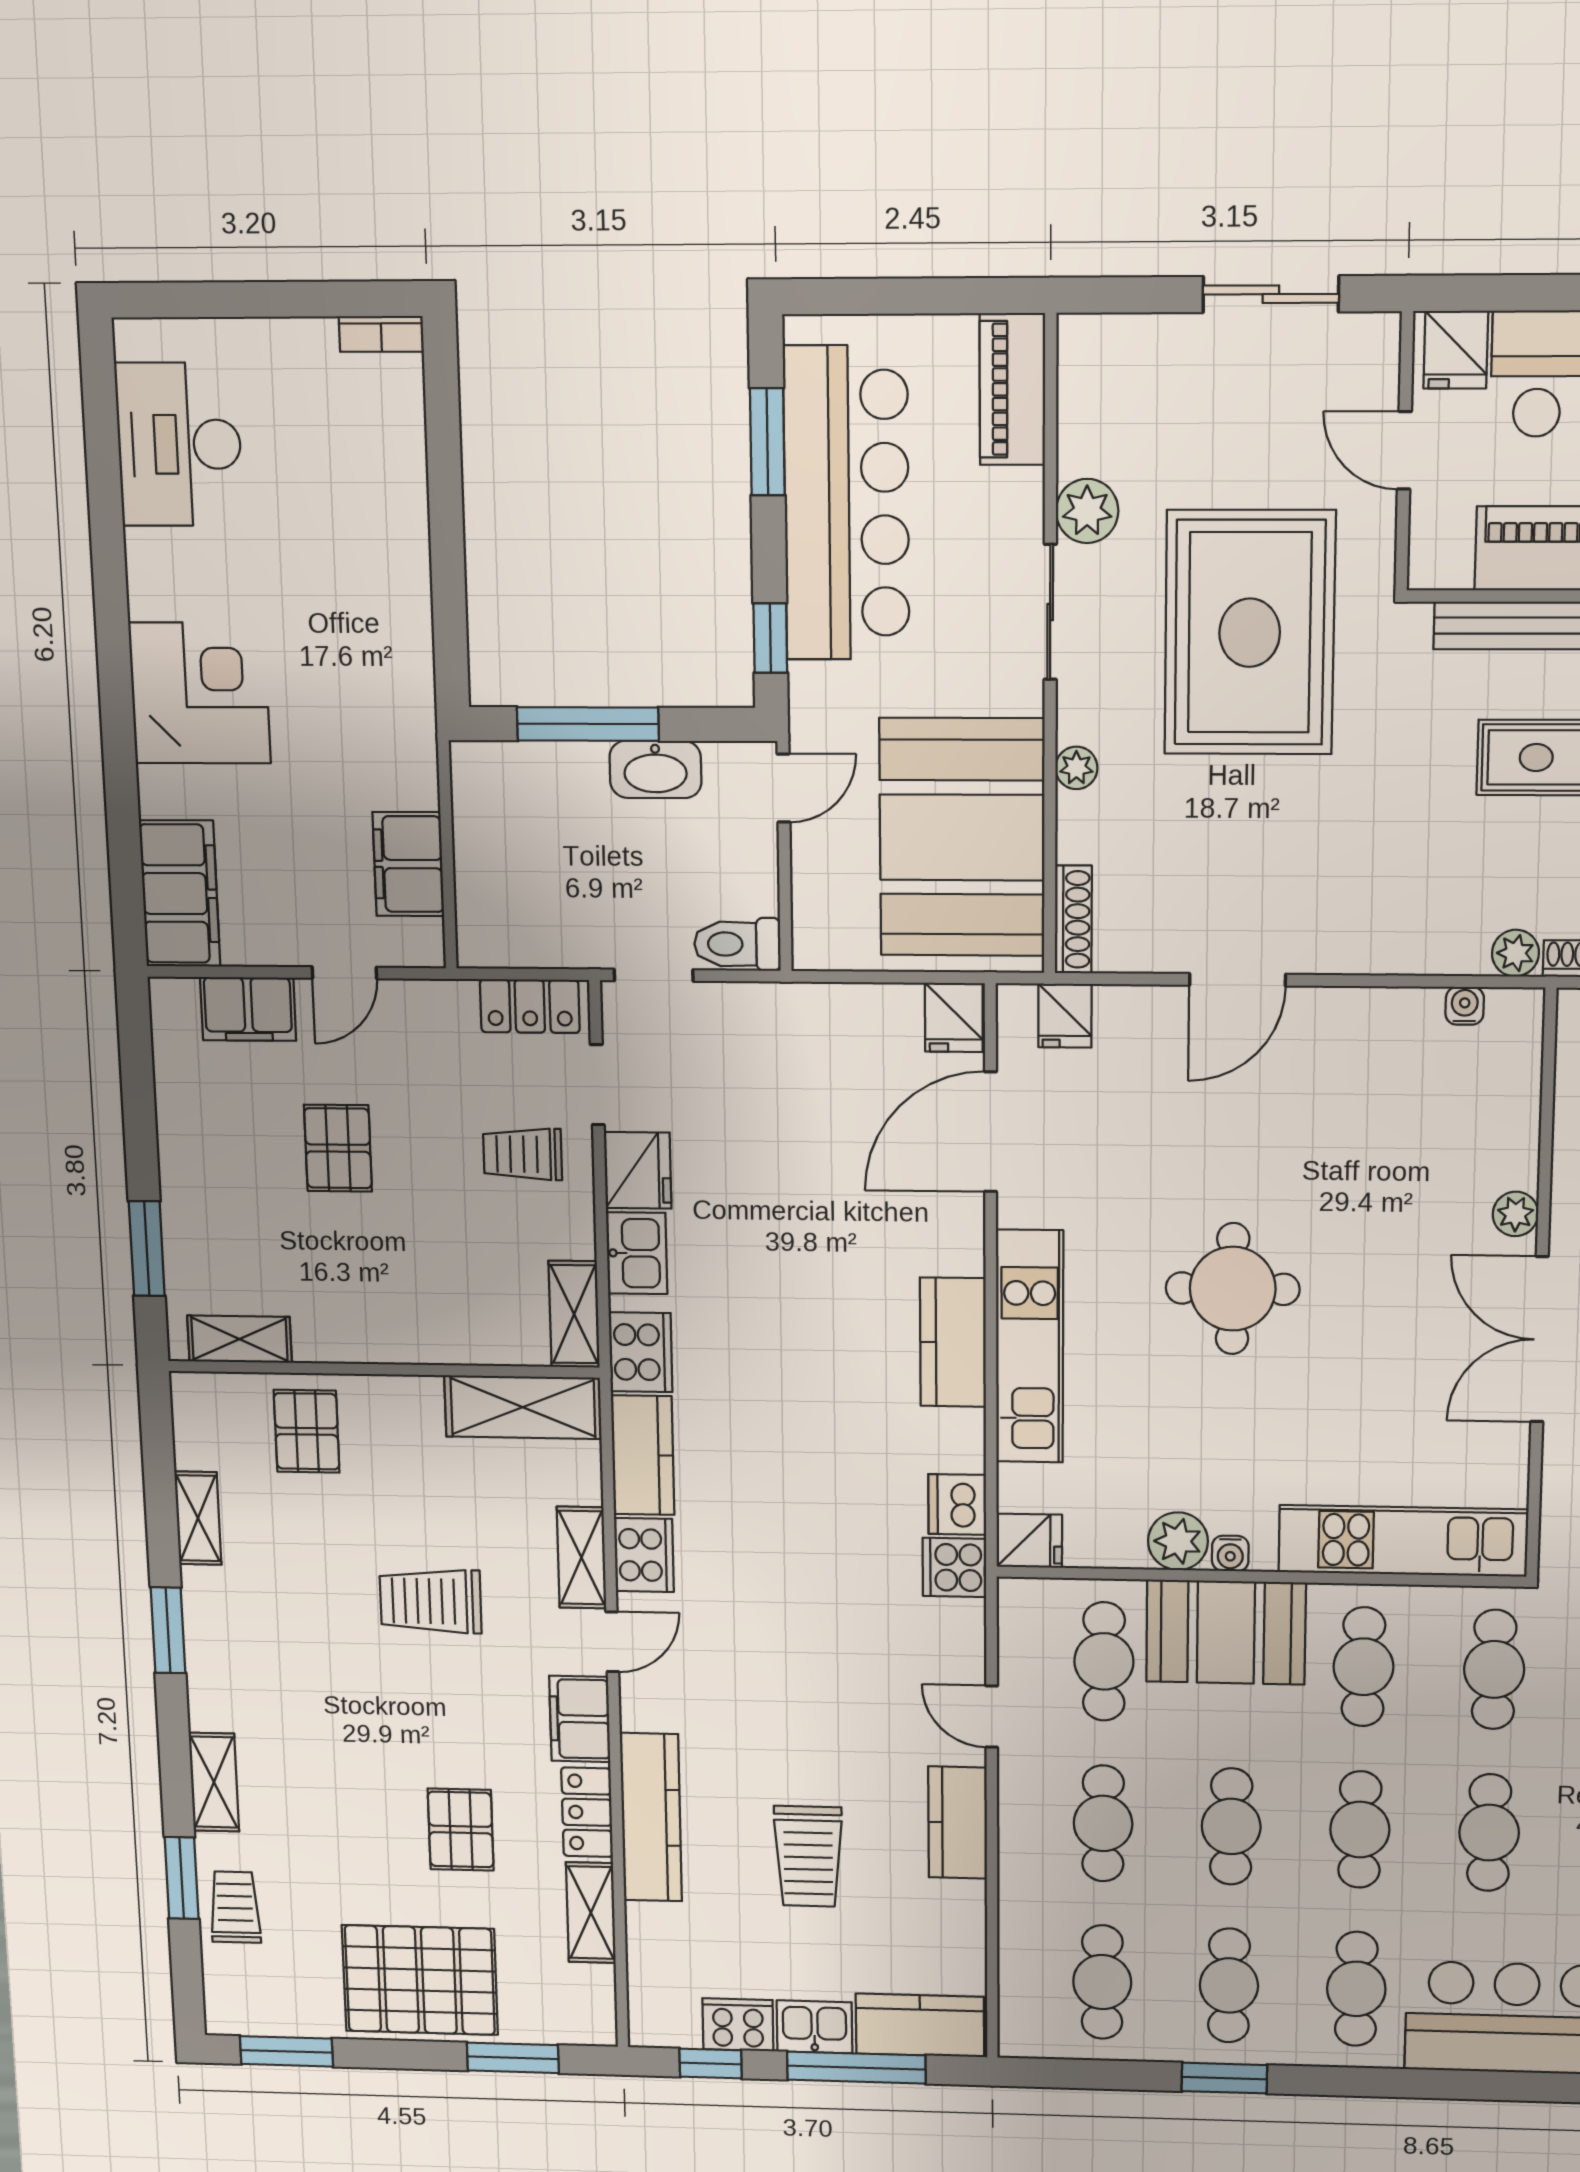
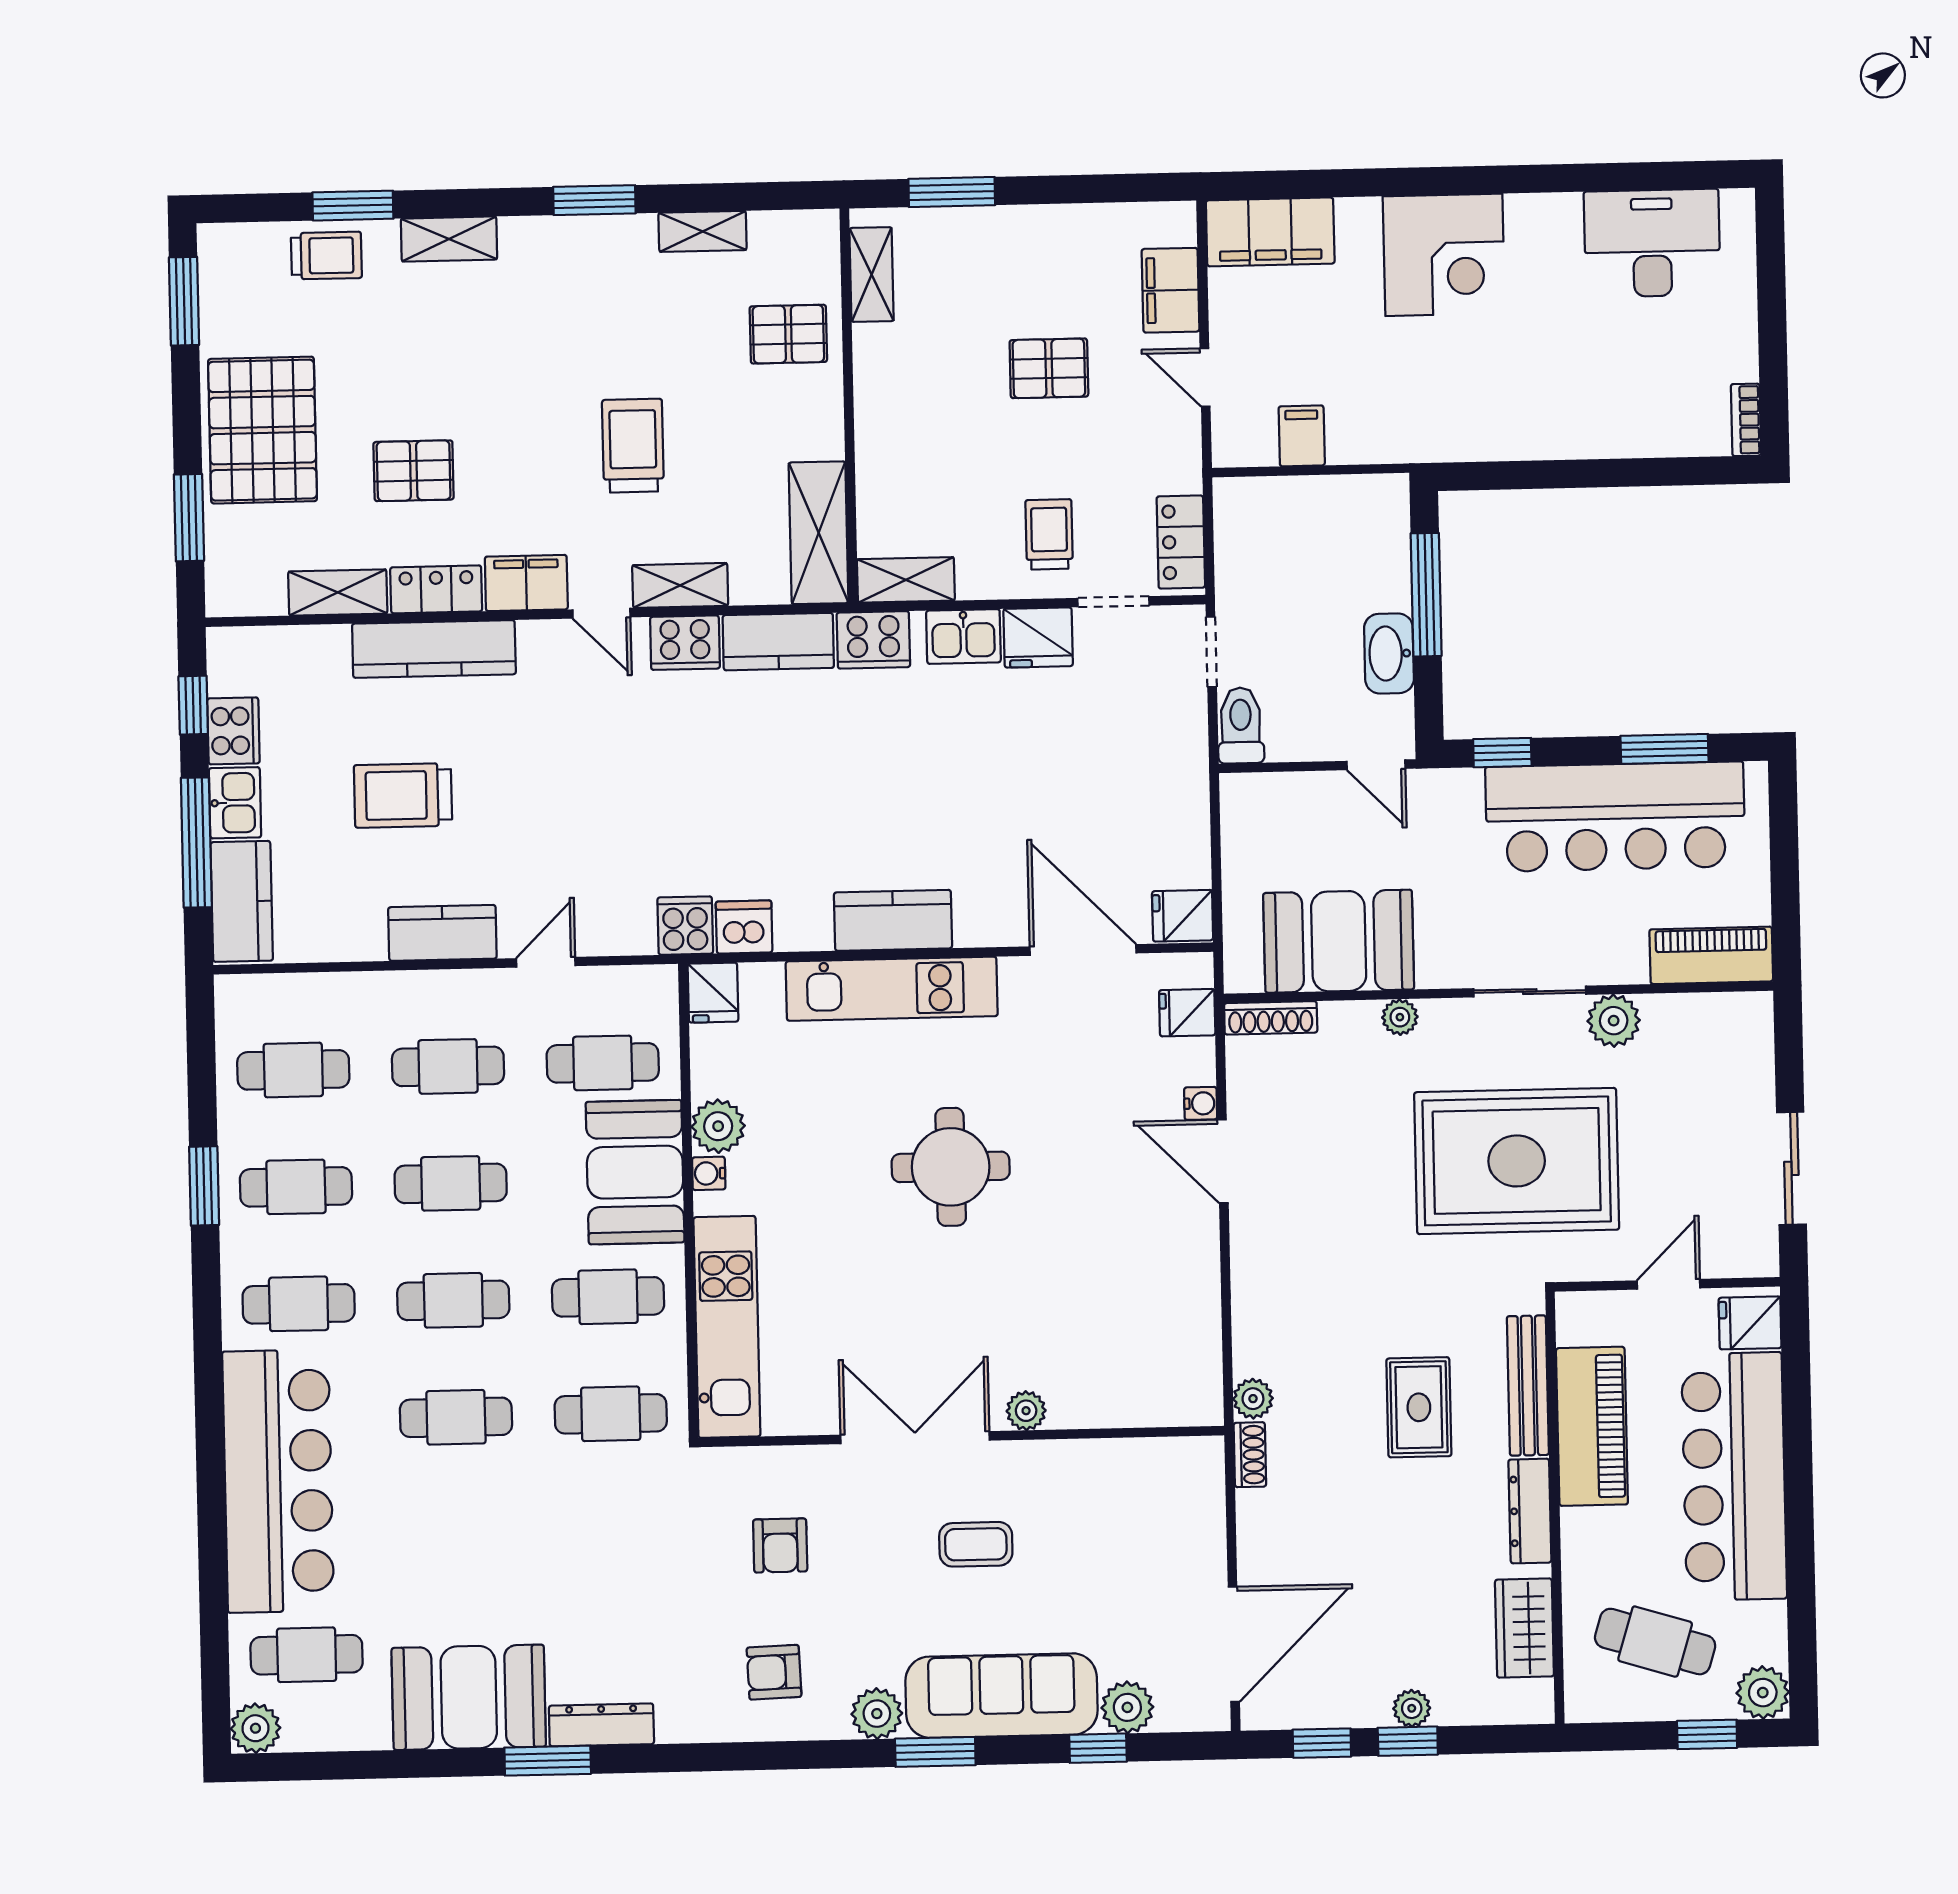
booth: (962, 837) -> (1339, 941), width x0.73, depth x0.70
filing cabinet: (408, 864) -> (1302, 436), width x0.50
water cooler: (1465, 1006) -> (1201, 1103), moved

